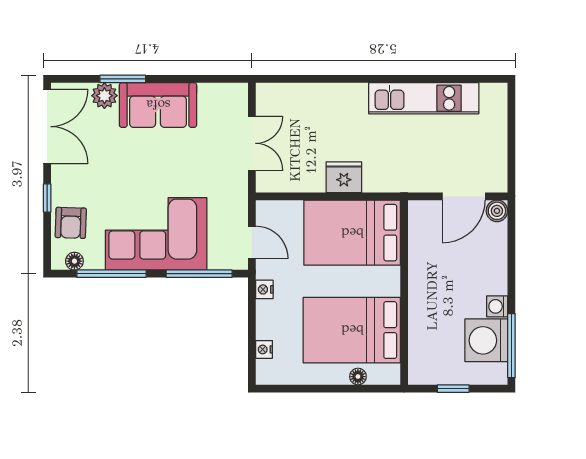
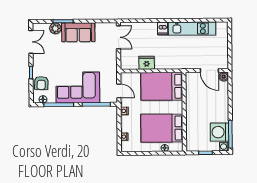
dishwasher: (355, 98) -> (163, 28), added
double door: (47, 127) -> (31, 42), width x0.73
double door: (252, 143) -> (118, 37), moved
fridge: (344, 177) -> (147, 63), moved
door: (464, 196) -> (209, 70), hinge flipped
washing machine: (497, 306) -> (224, 147), moved

